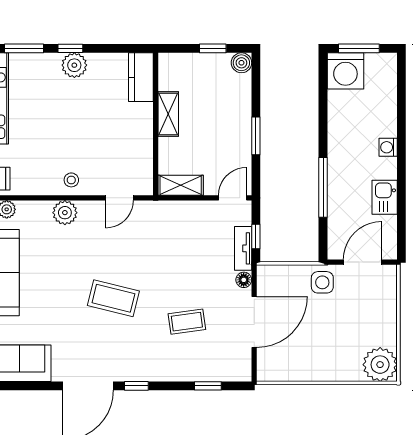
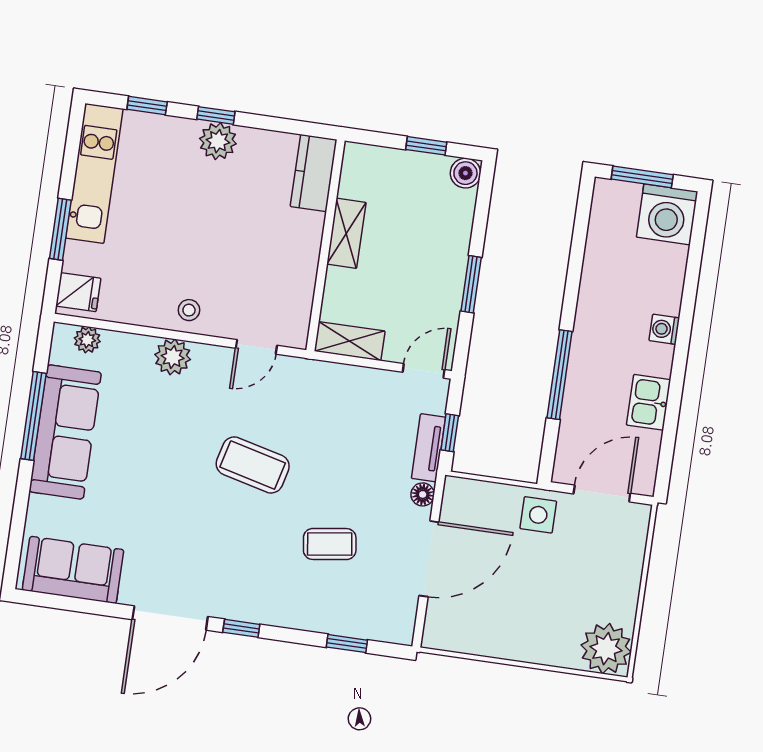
window: (24, 48) -> (147, 106), width x0.67
washing machine: (345, 71) -> (667, 214), moved
coffee table: (113, 298) -> (253, 465), moved

